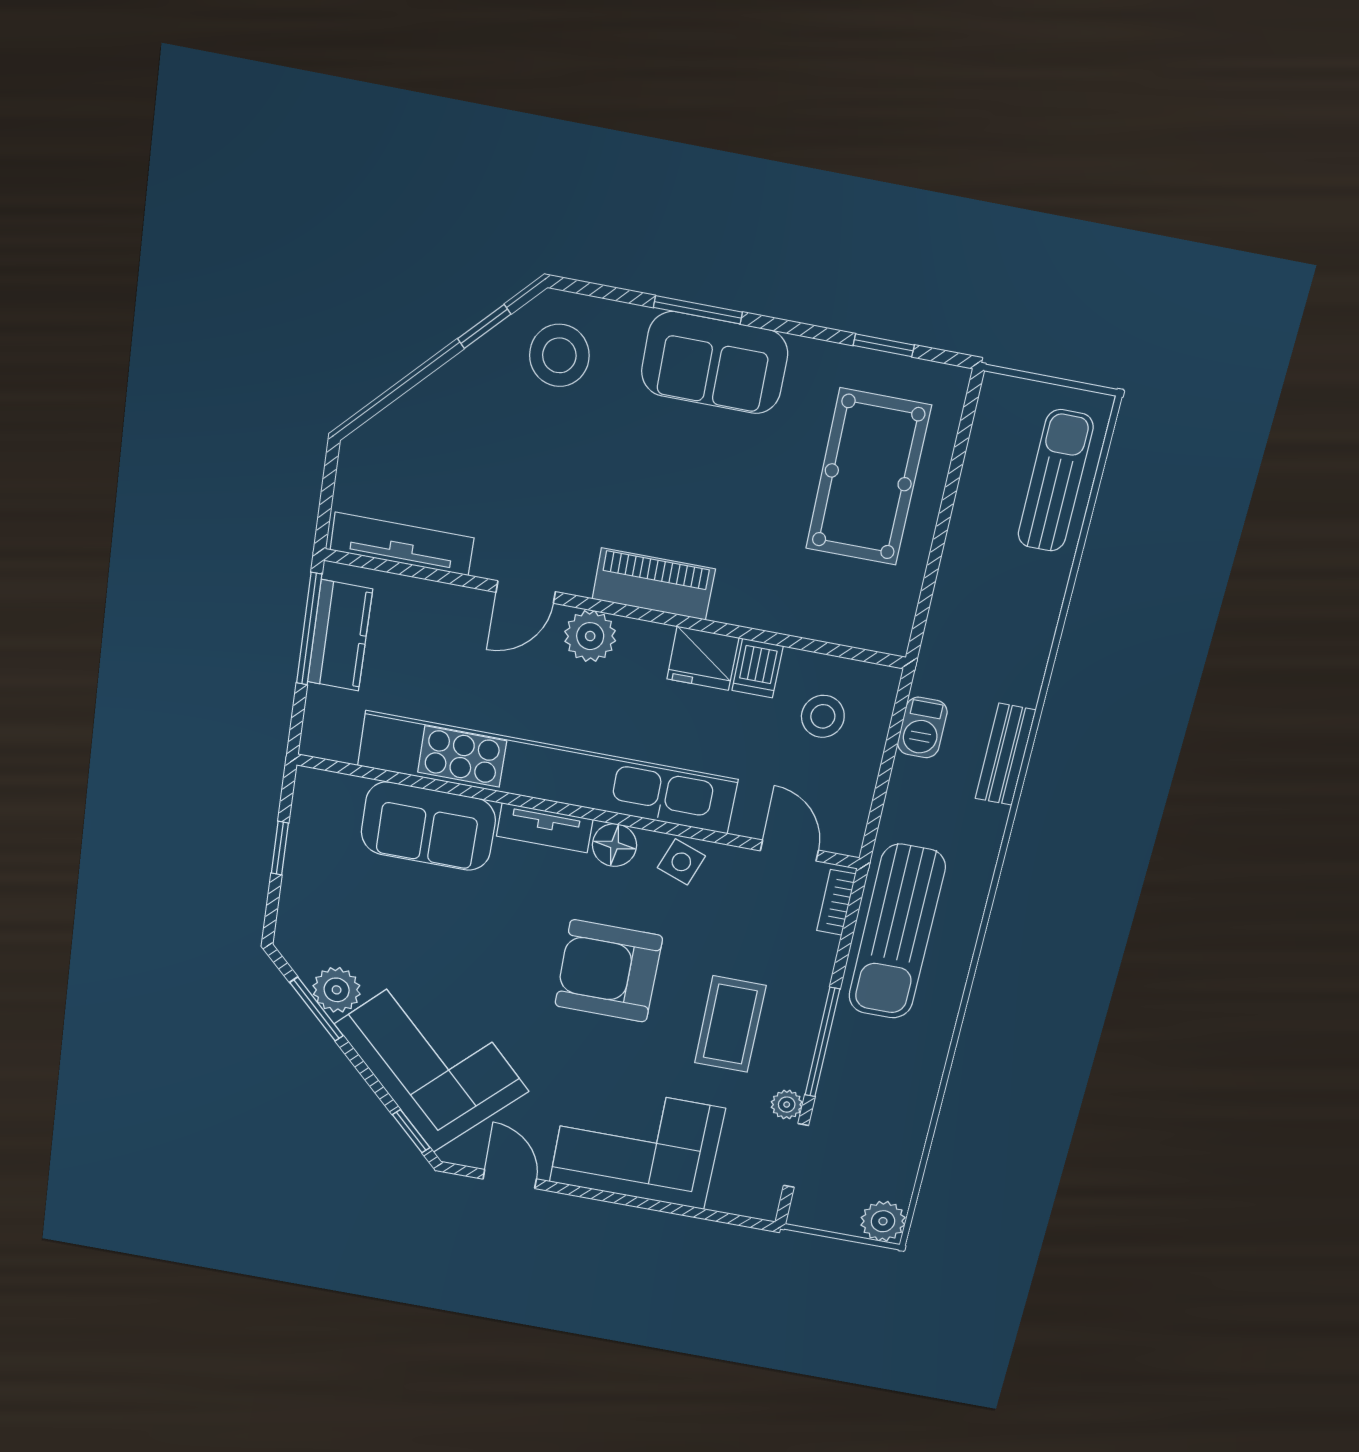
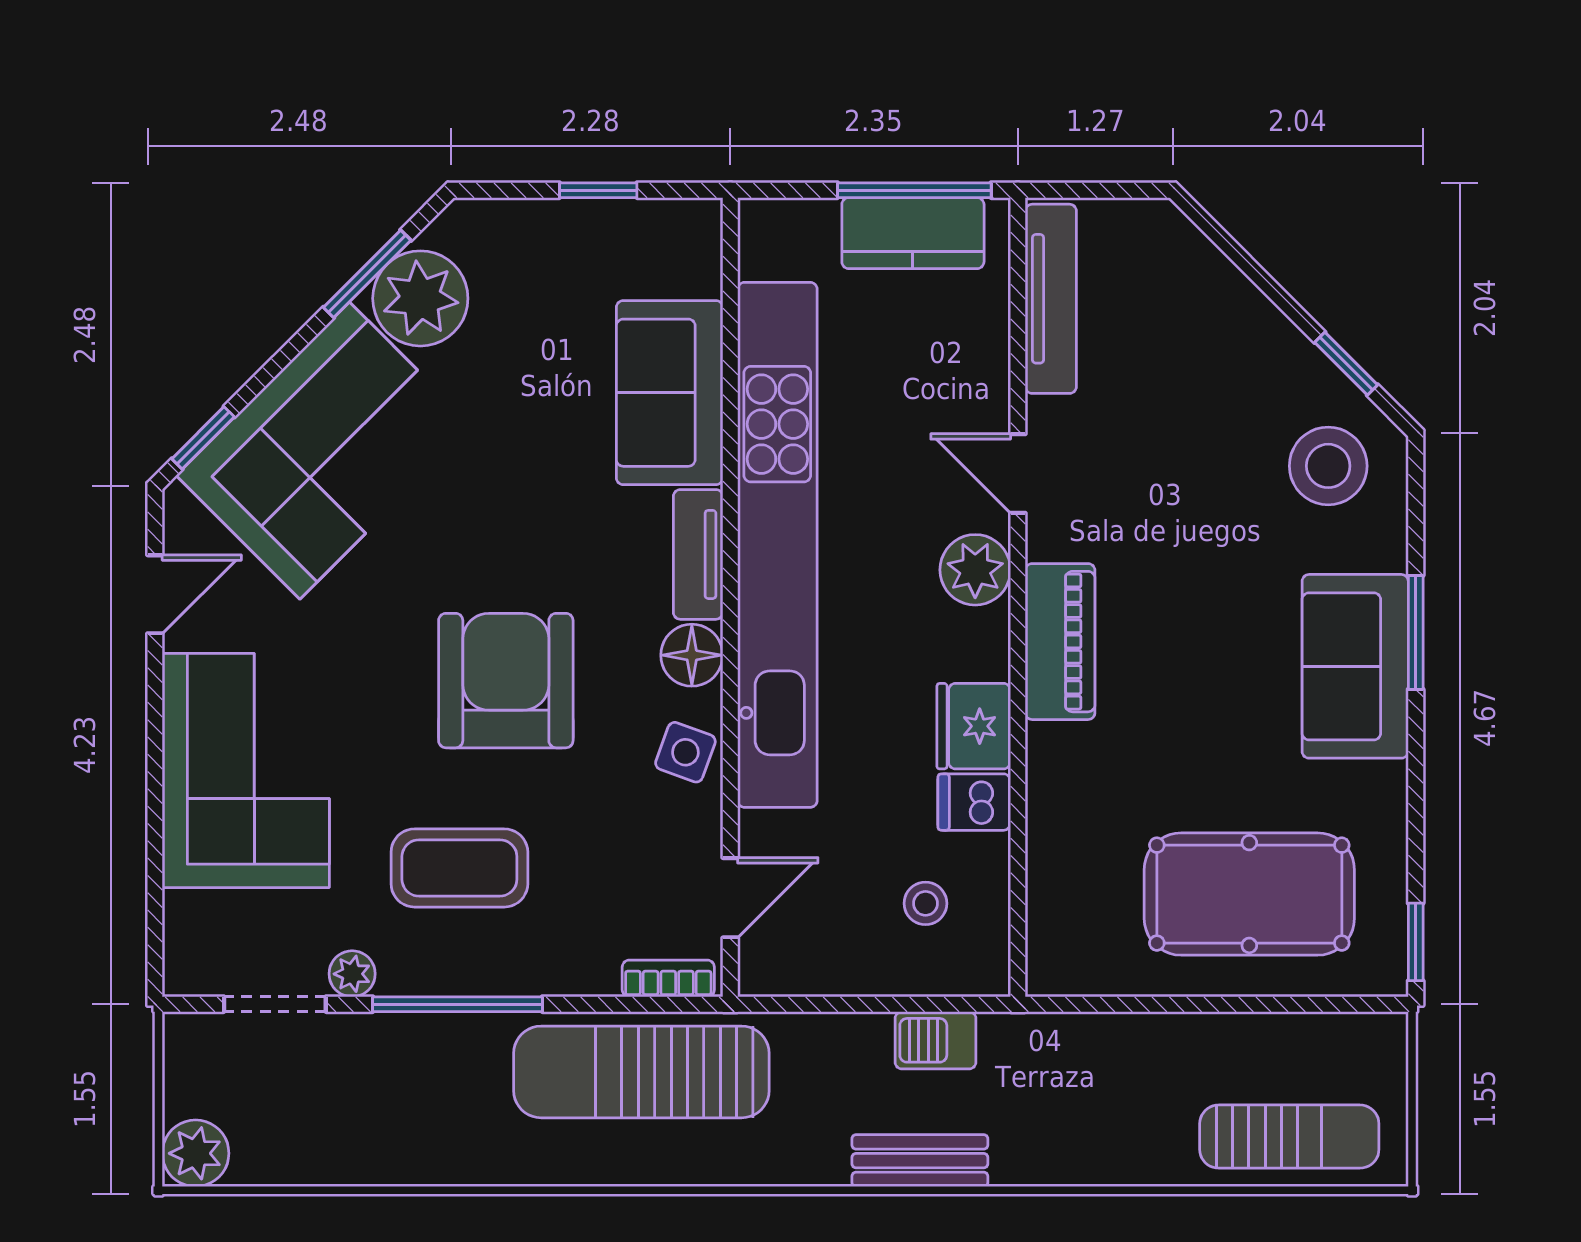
window: (884, 345) -> (1416, 942), moved
stool: (823, 716) -> (925, 903), width x0.73, depth x0.73
plant: (337, 990) -> (420, 298), width x1.36, depth x1.36

